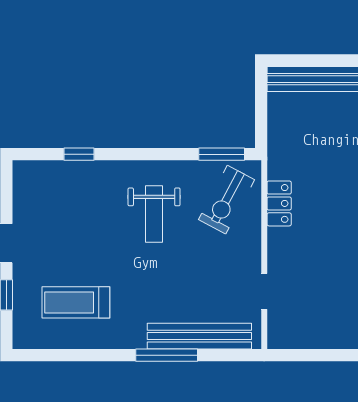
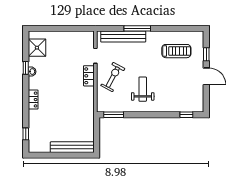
window: (79, 154) -> (186, 115), moved
exercise bike: (227, 200) -> (113, 77), moved
locker: (279, 203) -> (89, 76), moved

